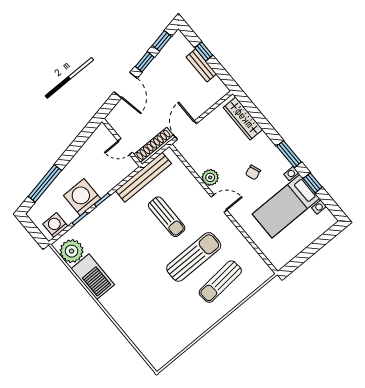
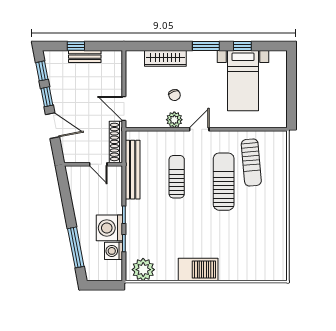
wardrobe: (243, 119) -> (165, 58), moved
door: (125, 147) -> (98, 164), hinge flipped
chair: (253, 172) -> (175, 95), moved
sun lounger: (167, 217) -> (177, 177), turned -90
washing machine: (55, 225) -> (114, 251), moved
barbecue: (93, 277) -> (198, 270), moved
sun lounger: (220, 282) -> (251, 162), moved

